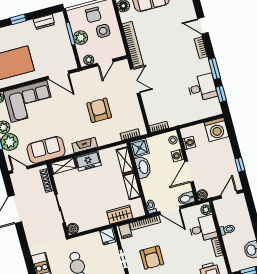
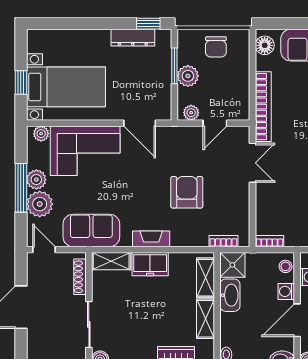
window: (18, 19) -> (148, 24), moved
dresser: (44, 22) -> (133, 38), width x1.44
side table: (103, 31) -> (224, 75), removed

